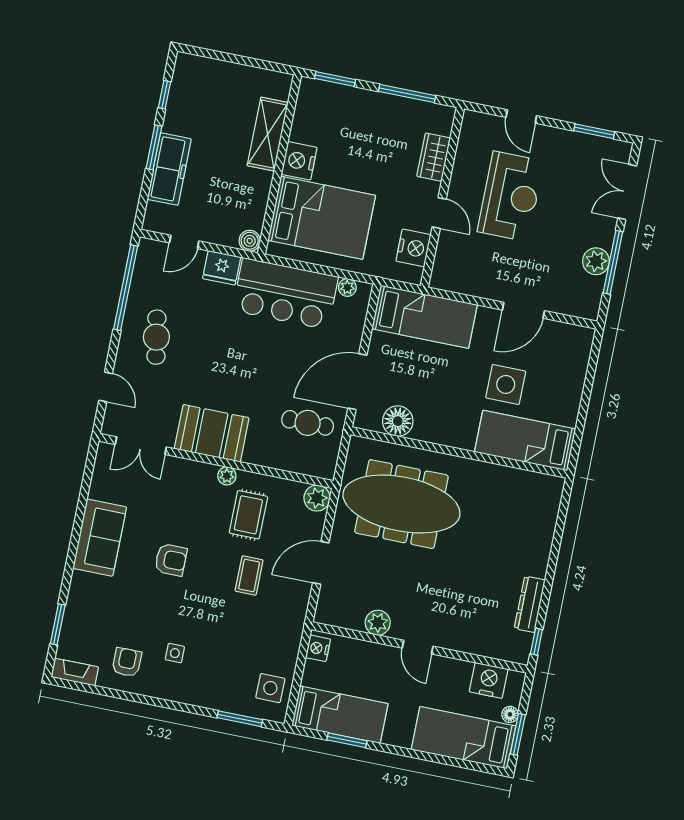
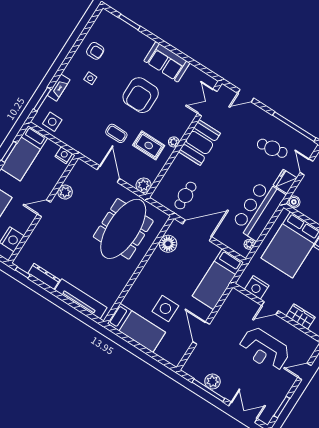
cafe table: (156, 337) -> (272, 148), moved
door: (357, 382) -> (197, 230), hinge flipped
bed: (525, 440) -> (136, 328), moved, turned 90
tv unit: (543, 530) -> (81, 299), added
armchair: (171, 560) -> (141, 95), width x1.88, depth x1.88
fireplace: (75, 672) -> (59, 88), moved

